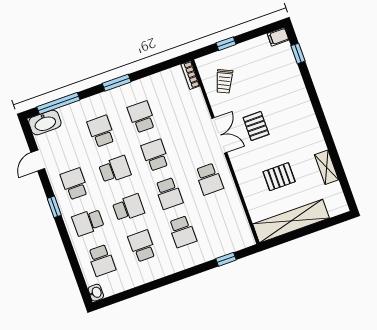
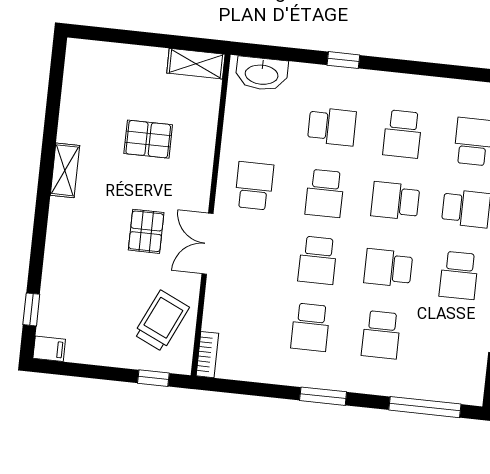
window: (226, 44) -> (153, 378), moved
trolley: (224, 81) -> (161, 321), width x1.36, depth x1.39
washbasin: (45, 122) -> (262, 74), moved, turned 180
shelving: (327, 167) -> (65, 170), moved
school desk: (169, 193) -> (325, 193), turned 180
shelving: (291, 221) -> (196, 64), width x0.45, depth x0.75
school desk: (182, 232) -> (332, 126), turned 90
window: (226, 259) -> (343, 60), moved

